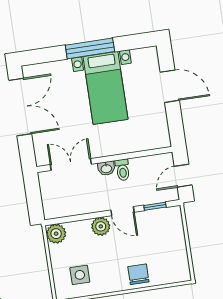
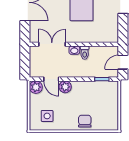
door: (122, 211) -> (51, 79), moved

